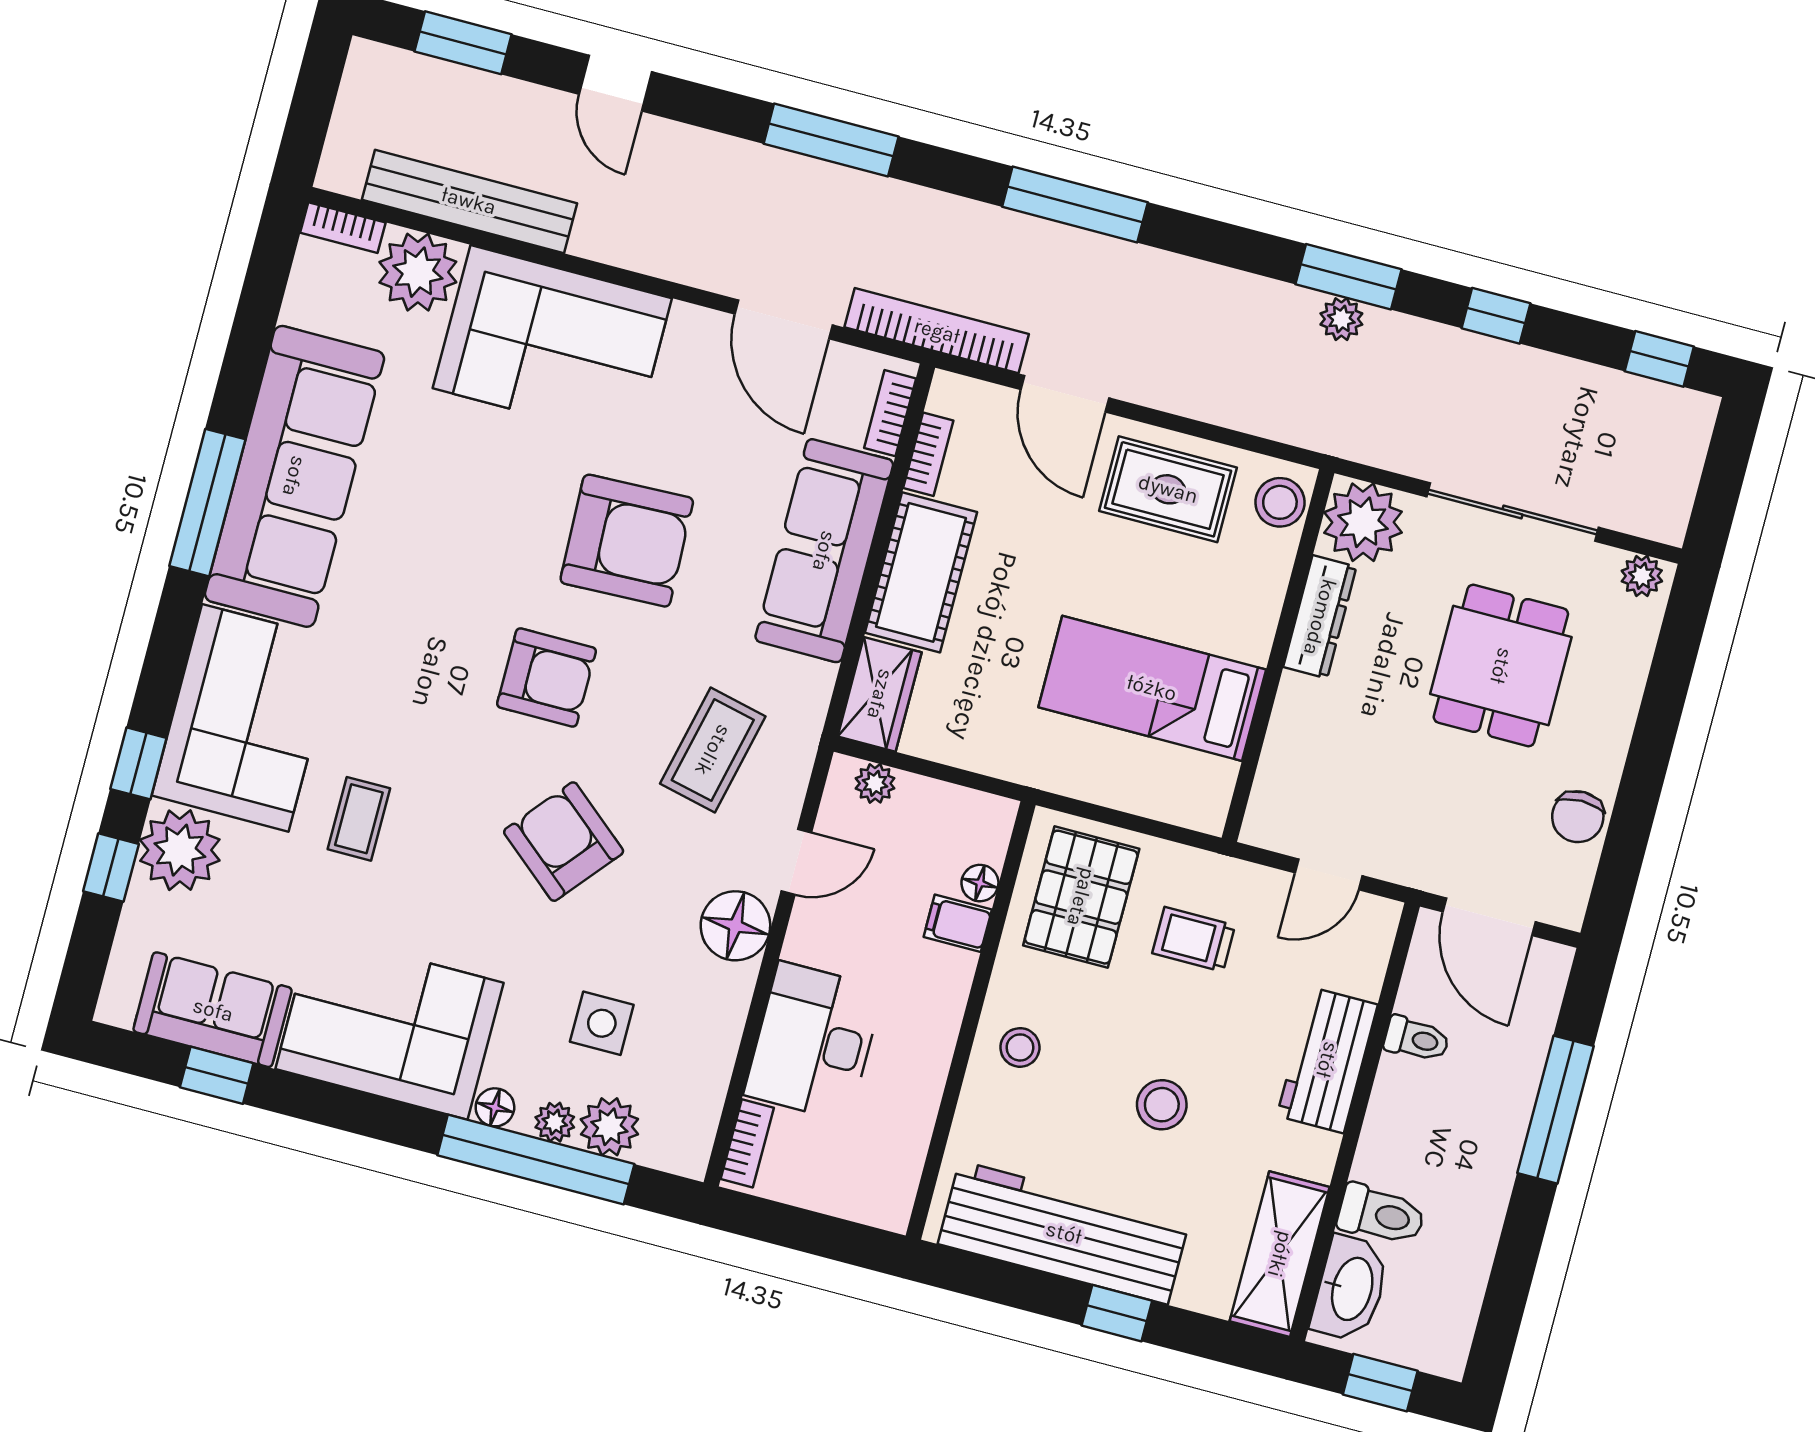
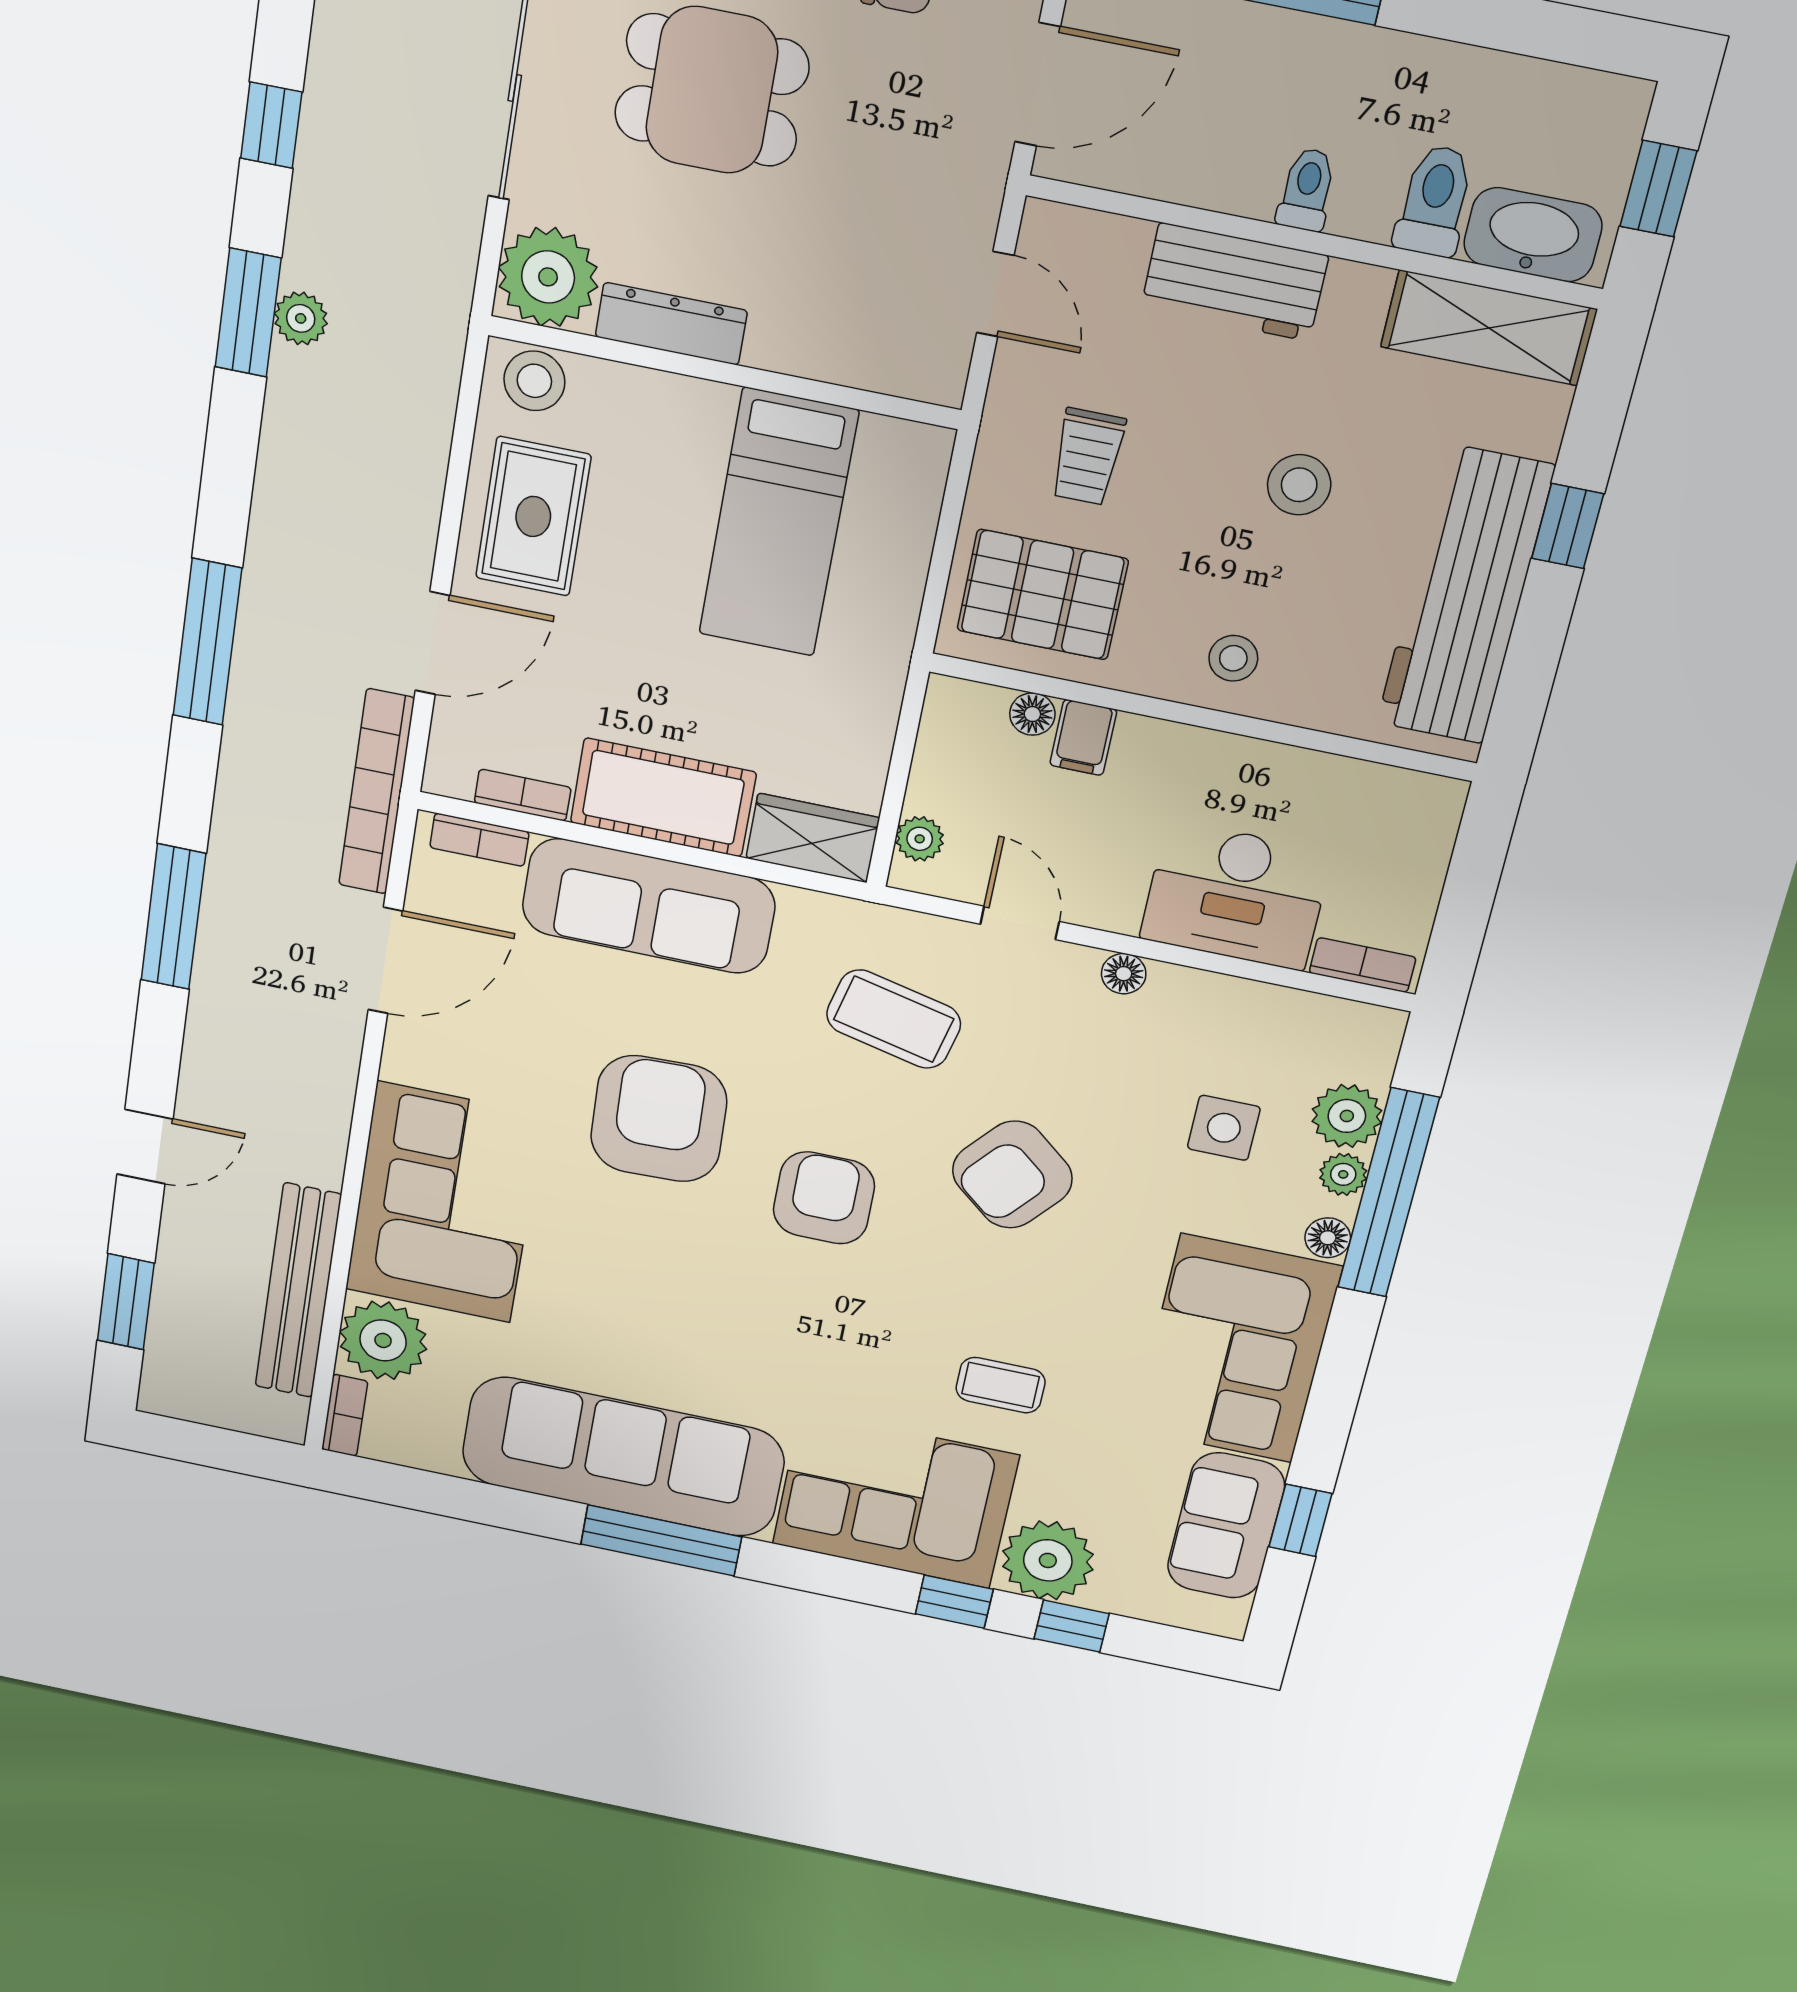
floor lamp: (735, 926) -> (1124, 974), width x0.53, depth x0.53
toilet: (1417, 1039) -> (1307, 190), moved

